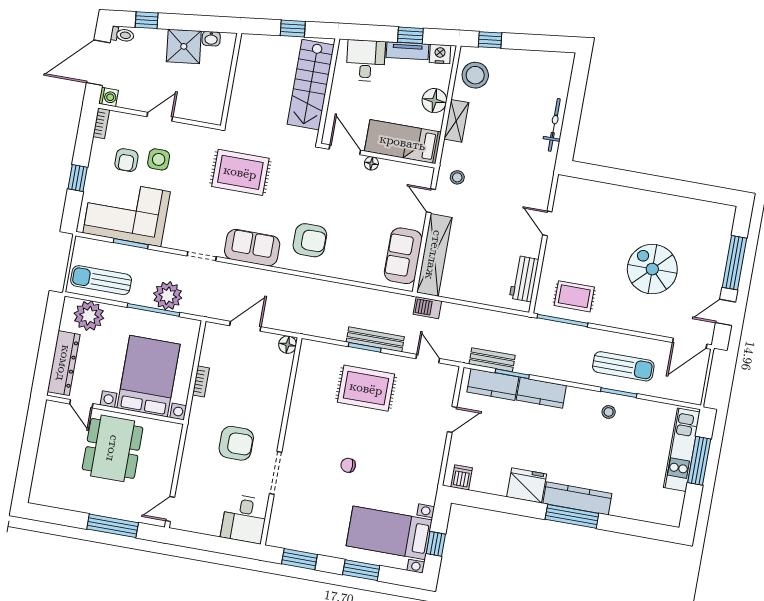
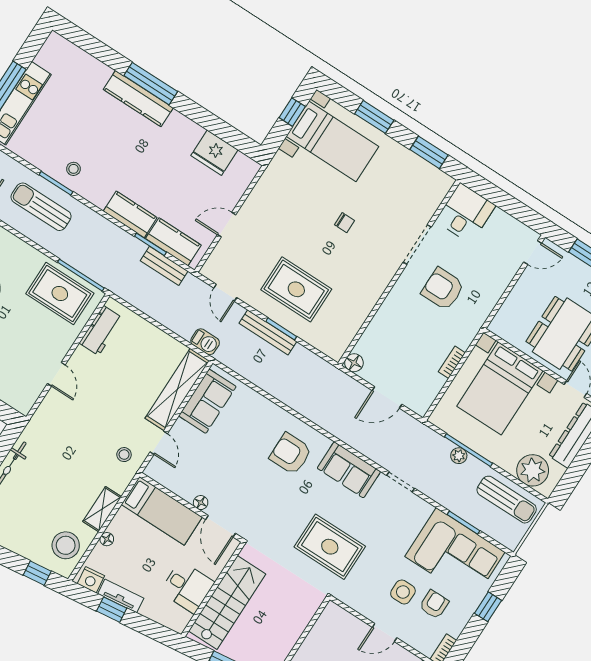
desk: (366, 61) -> (187, 587), moved, turned -83
floor lamp: (434, 101) -> (107, 539), width x0.53, depth x0.53
plant: (168, 296) -> (459, 456), width x0.53, depth x0.53
rug: (574, 296) -> (60, 293), width x1.36, depth x1.43
dishwasher: (462, 477) -> (241, 165), removed
fridge: (527, 485) -> (214, 153), moved

